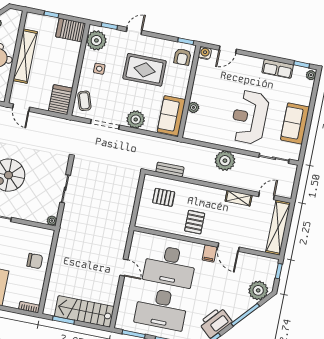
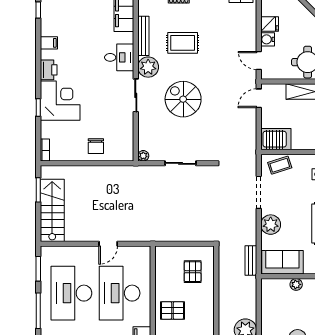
bench: (170, 169) -> (251, 260), moved

